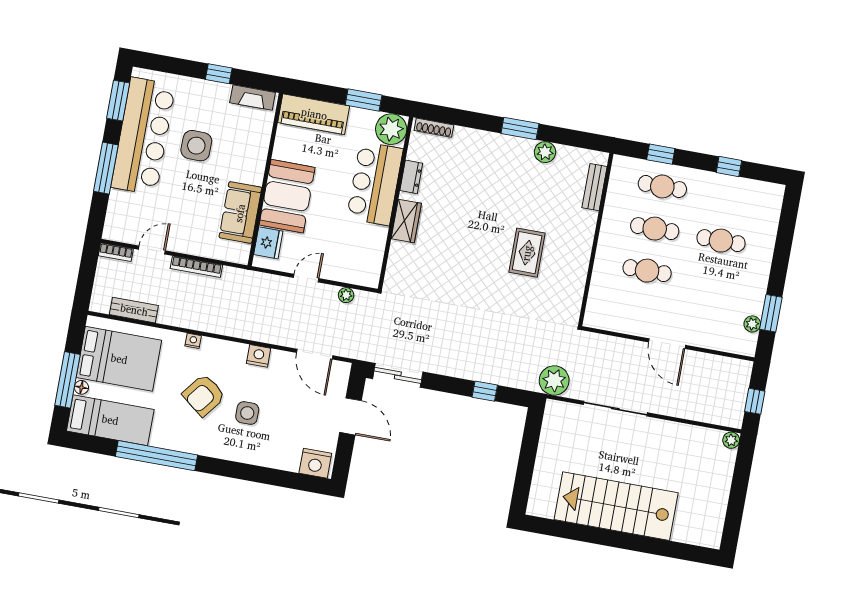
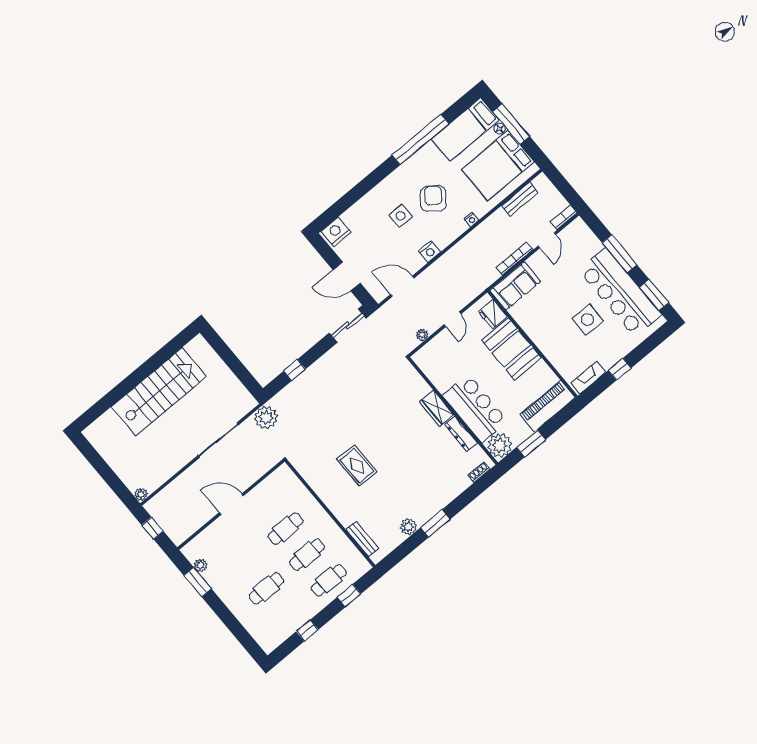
shoe rack: (434, 128) -> (479, 472), width x0.70
dresser: (411, 177) -> (461, 434), width x1.44
sofa: (240, 213) -> (515, 286), moved, turned 90

